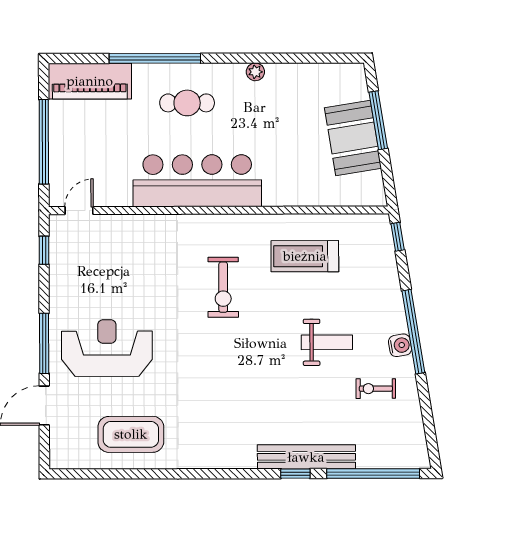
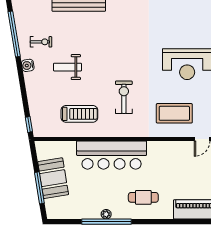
window: (155, 58) -> (106, 222), moved
bar counter: (197, 181) -> (112, 155), moved
window: (413, 332) -> (14, 34), moved
coffee table: (131, 434) -> (174, 113), moved

